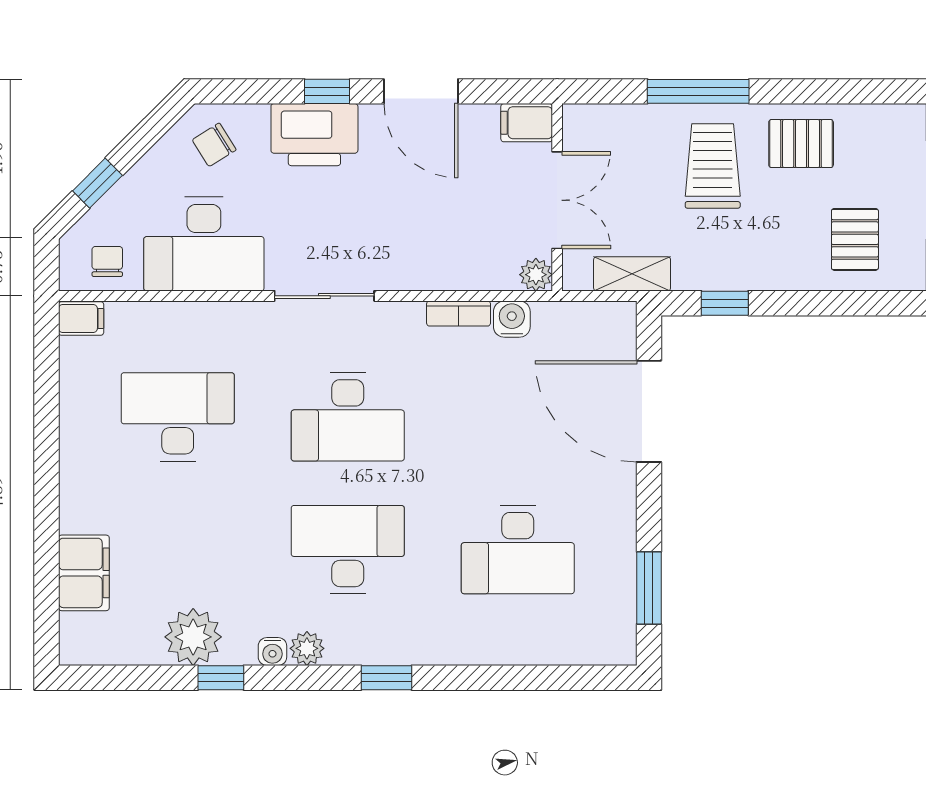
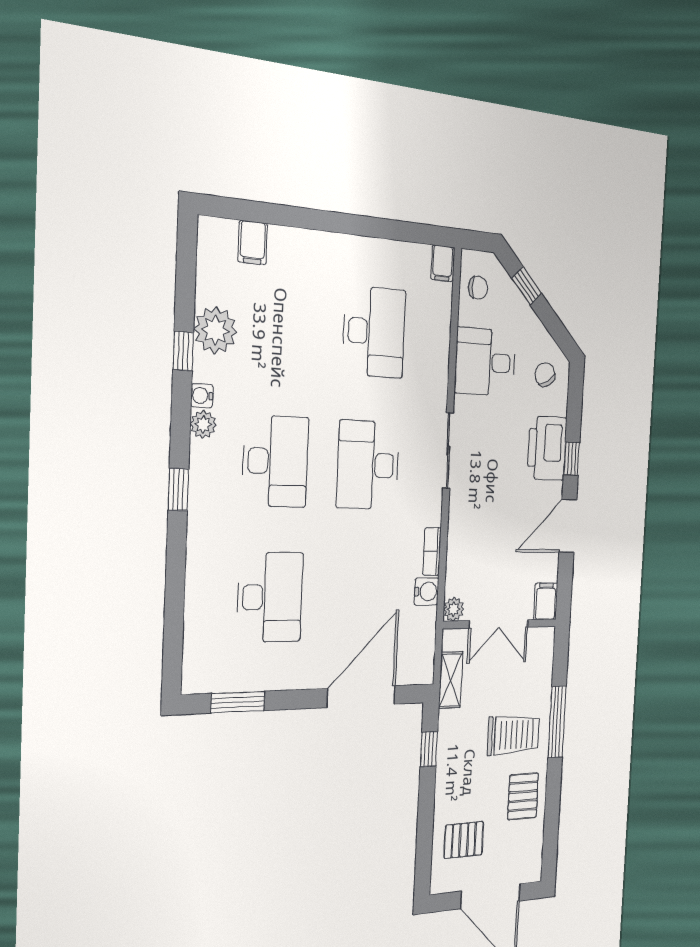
desk: (204, 244) -> (485, 362), width x0.73
desk: (518, 550) -> (270, 597), turned 180
filing cabinet: (84, 573) -> (253, 243), width x0.50

